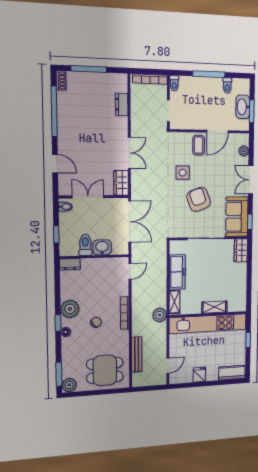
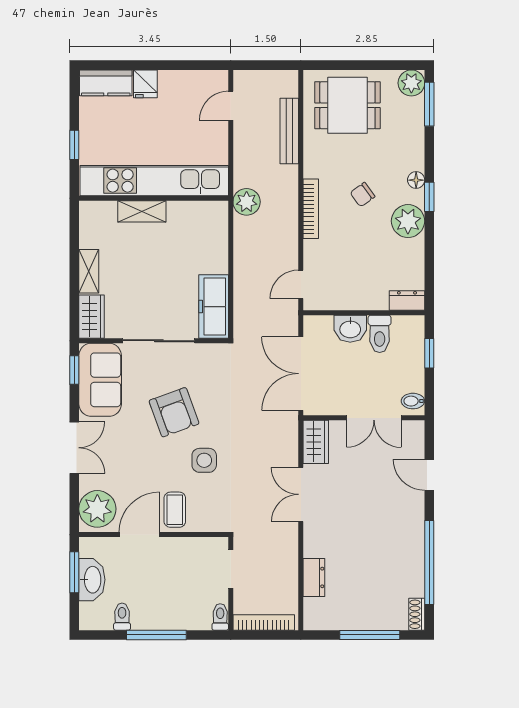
plant: (244, 151) -> (97, 509), width x1.87, depth x1.87
freezer: (177, 272) -> (214, 307), moved
shelving: (174, 302) -> (89, 271), moved
fridge: (199, 375) -> (145, 84), moved

